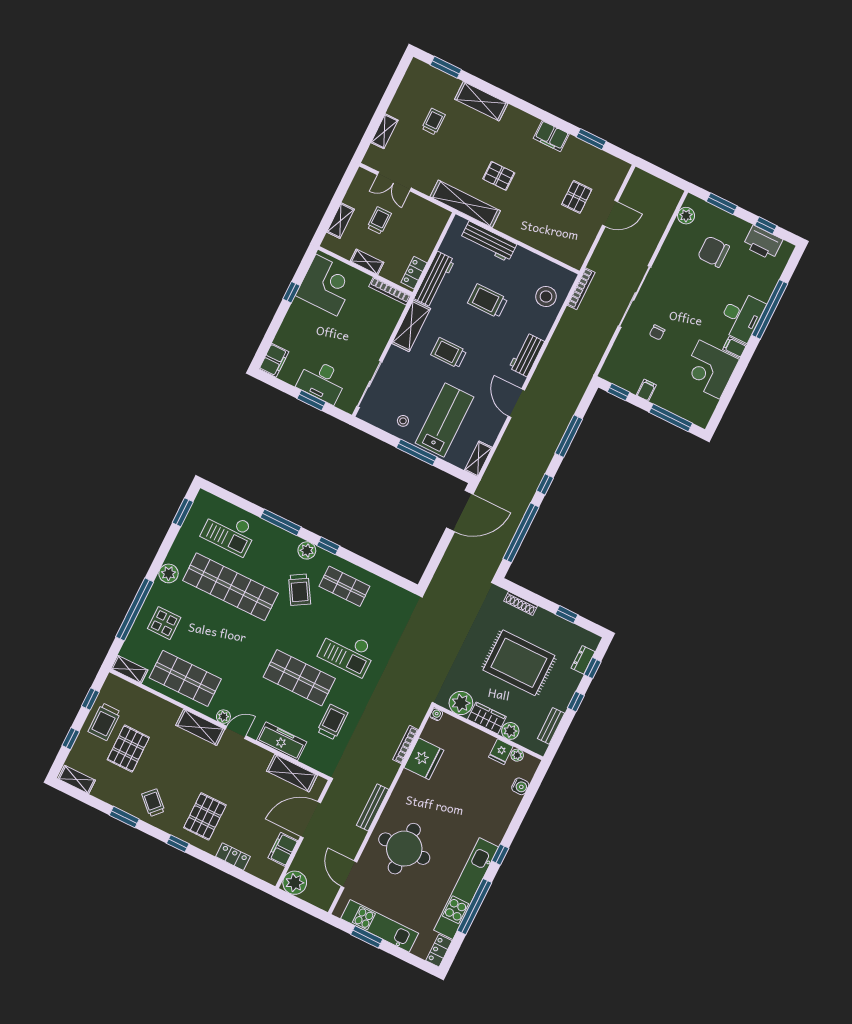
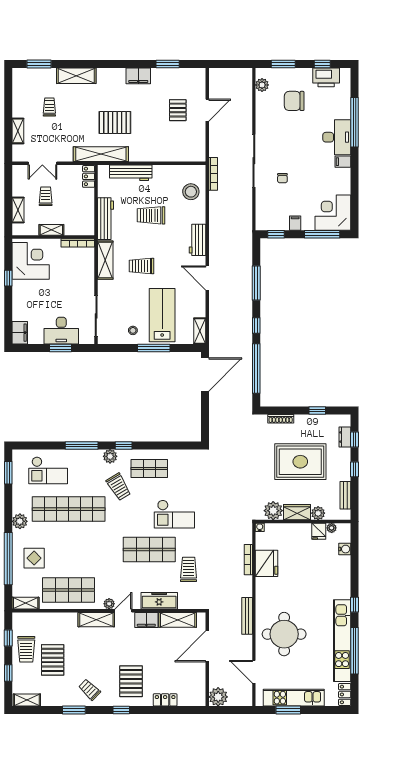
pallet: (499, 176) -> (115, 123), width x1.50, depth x1.42
locker: (414, 273) -> (89, 176), moved
corner desk: (710, 370) -> (333, 213), moved, turned 90
filing cabinet: (283, 849) -> (146, 620), moved, turned -90

